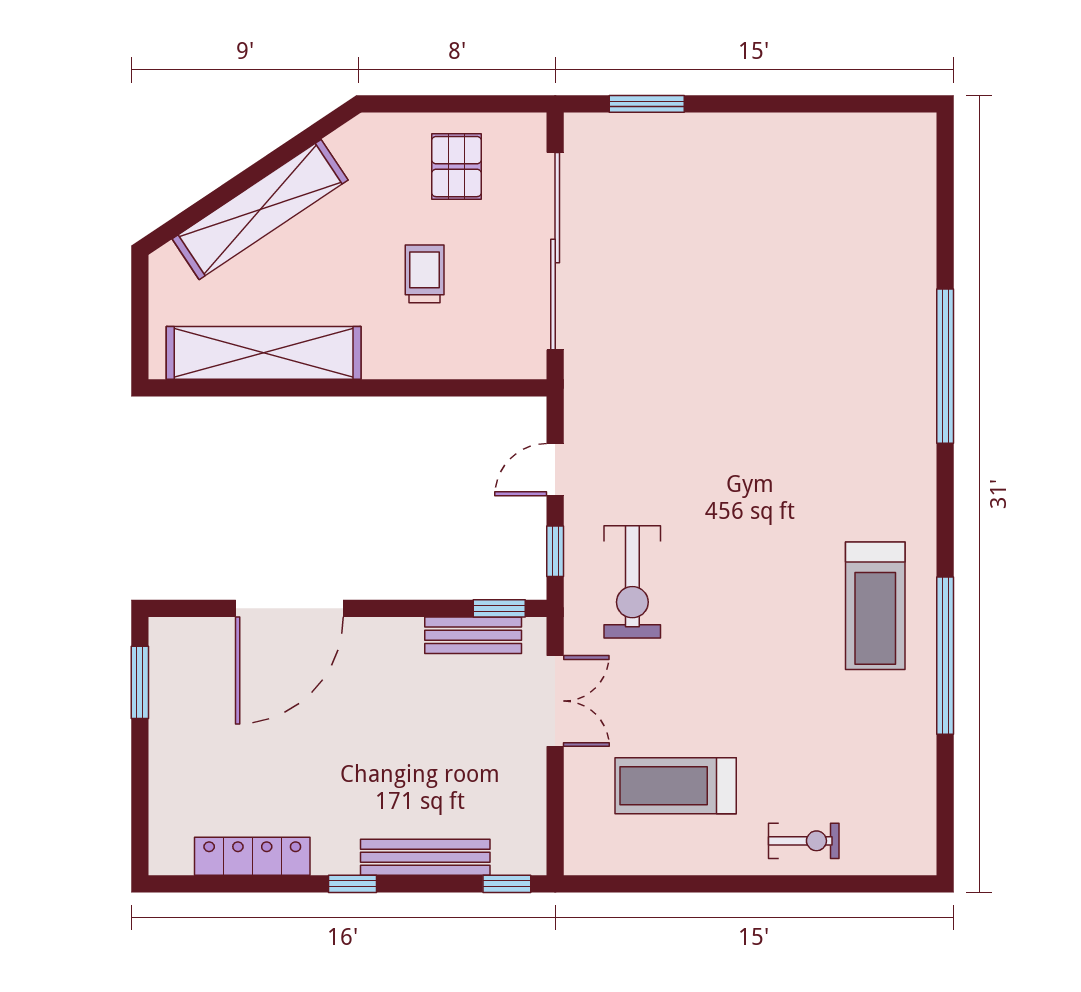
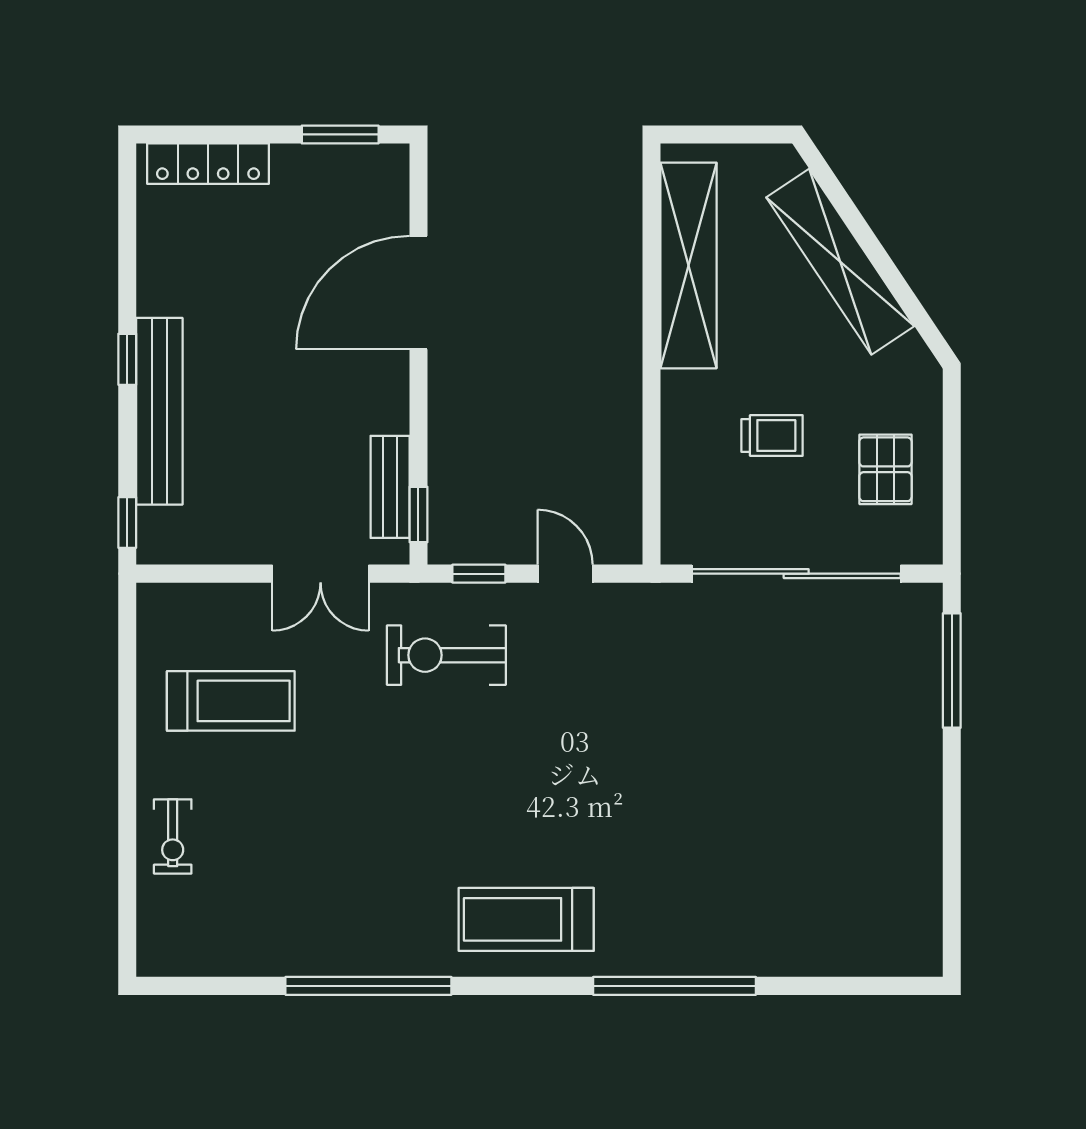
window: (647, 104) -> (952, 670), width x1.44
pallet: (456, 167) -> (885, 469), turned 90
treadmill: (875, 606) -> (526, 919), moved
door: (289, 608) -> (418, 293), hinge flipped
treadmill: (676, 786) -> (231, 701), turned 90
locker: (252, 856) -> (208, 164), moved, turned 90
bench: (425, 857) -> (159, 411), width x1.37, depth x1.21

